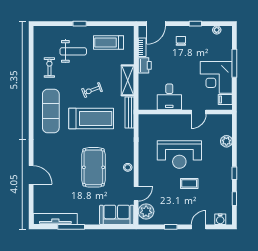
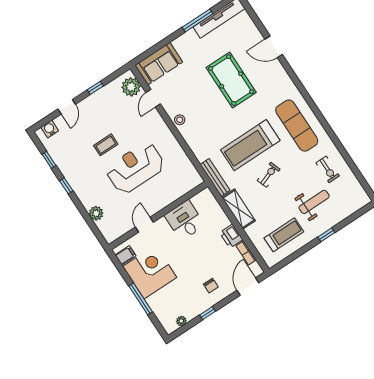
weight bench: (73, 51) -> (314, 202), turned 180
pool table: (93, 167) -> (231, 80), moved

